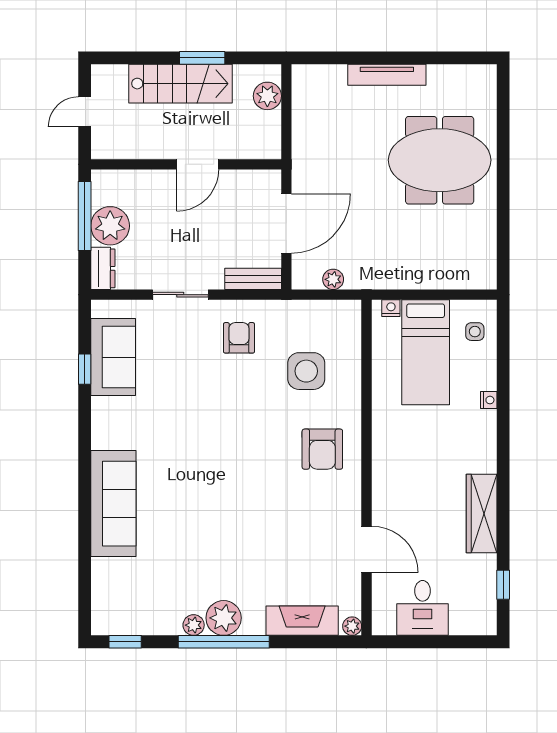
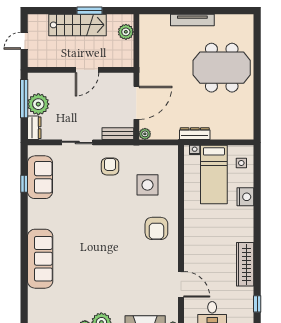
plant: (333, 279) -> (145, 134), moved
dresser: (391, 279) -> (195, 134), added
nightstand: (489, 400) -> (245, 197), width x1.89, depth x1.79

